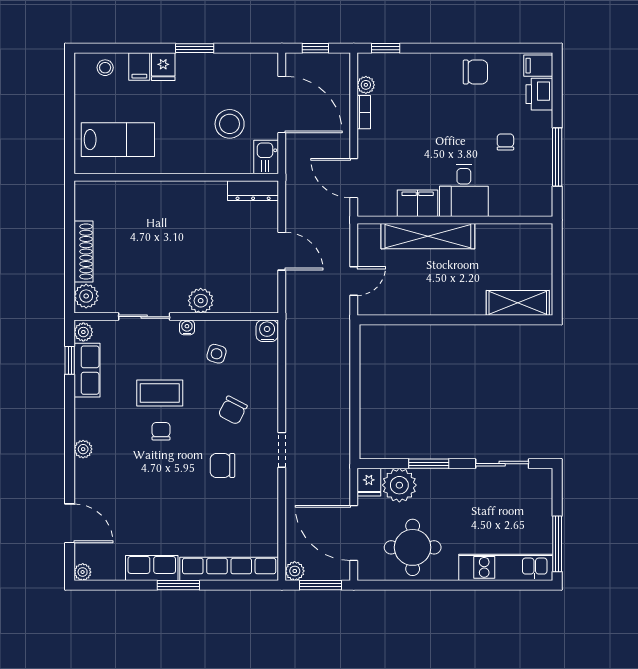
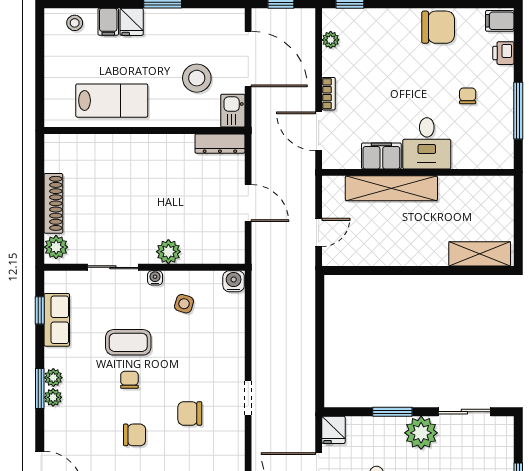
chair: (475, 72) -> (438, 27), width x1.37, depth x1.37
printer: (539, 94) -> (503, 53), width x0.73, depth x0.81
bookcase: (364, 112) -> (329, 94), moved
lab bench: (118, 140) -> (112, 101), moved
plant: (83, 332) -> (53, 378), moved
chair: (233, 410) -> (134, 435), moved, turned -117
window: (70, 440) -> (40, 388), added
plant: (399, 485) -> (421, 433), moved

